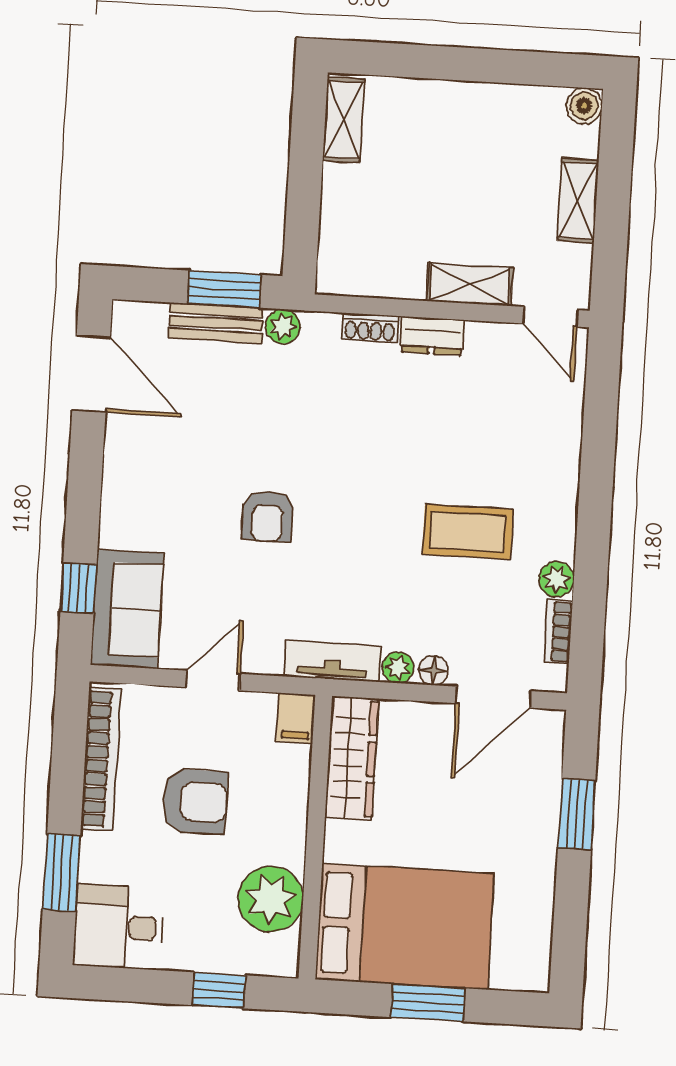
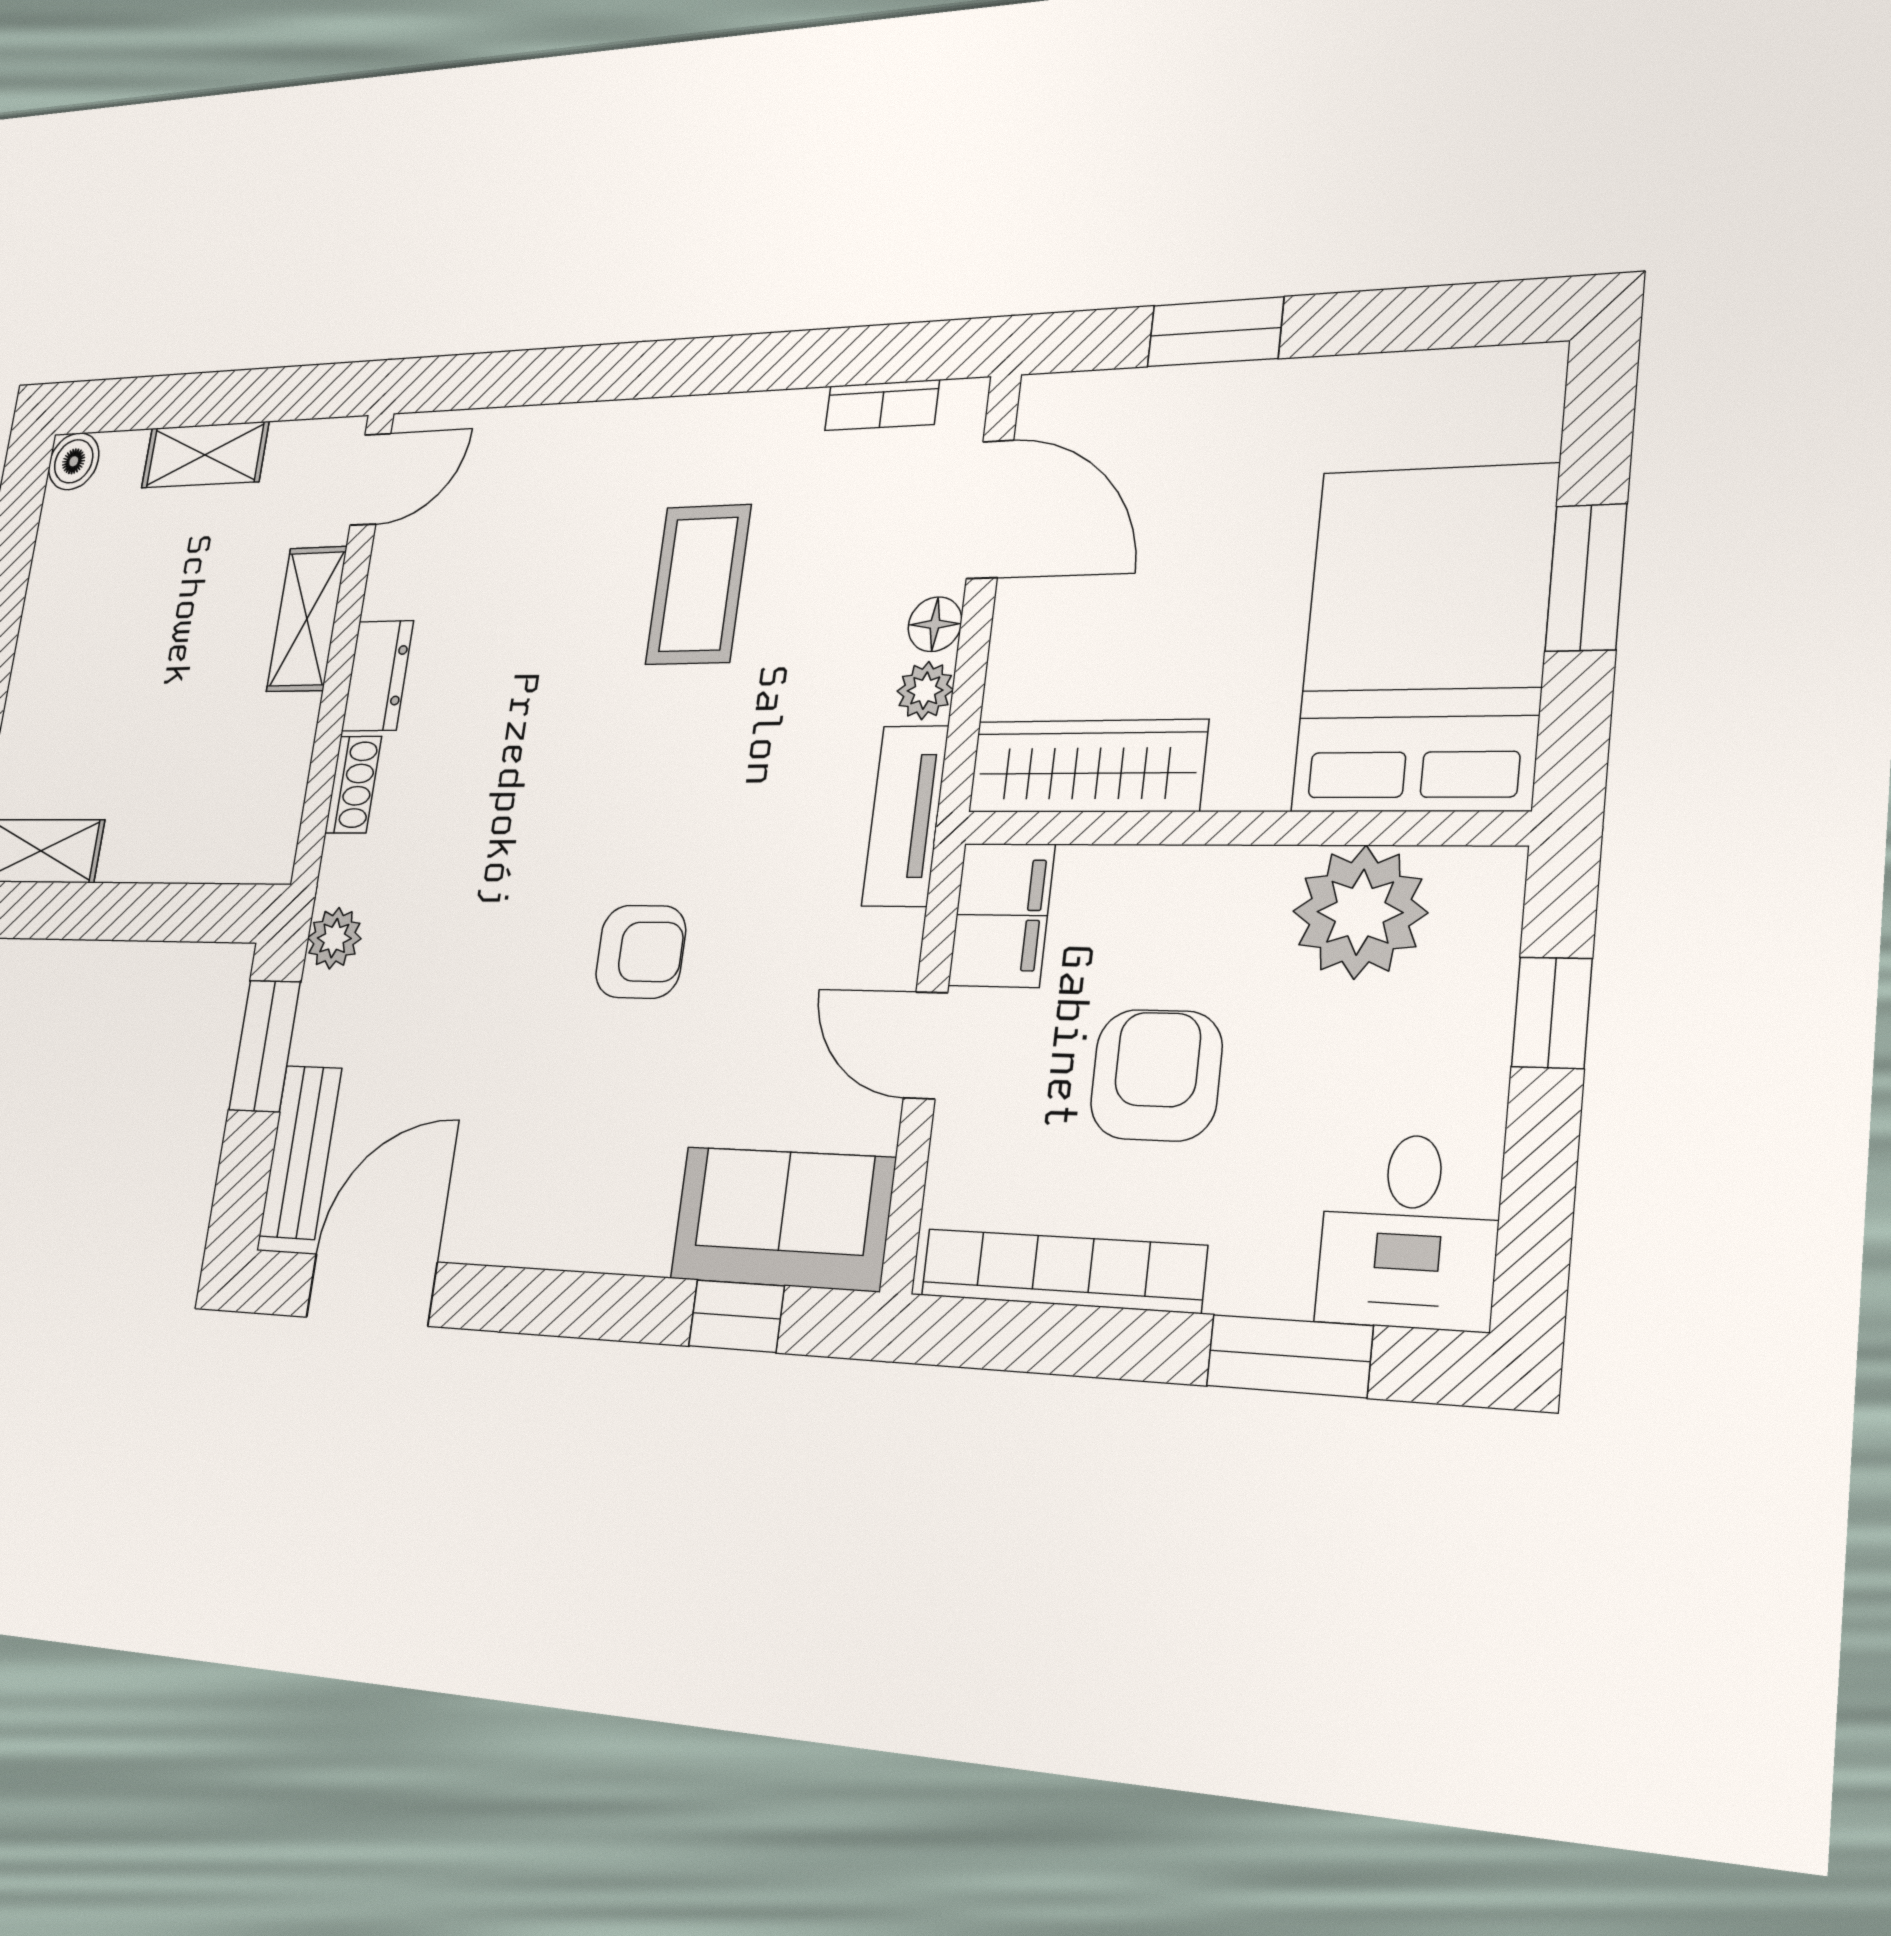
bench: (216, 323) -> (300, 1152), moved
plant: (556, 579) -> (791, 419), removed
filing cabinet: (296, 718) -> (1002, 915), width x2.00

